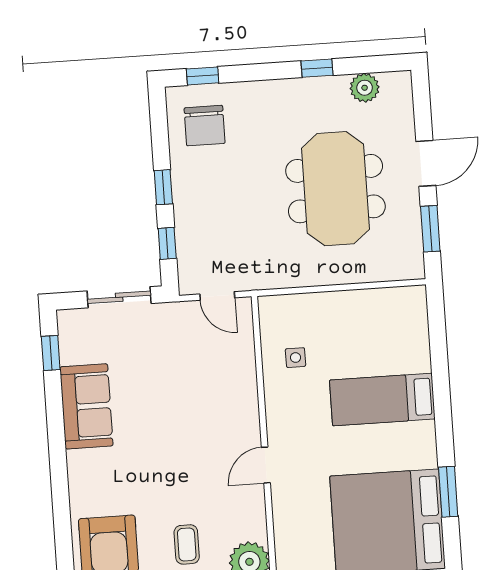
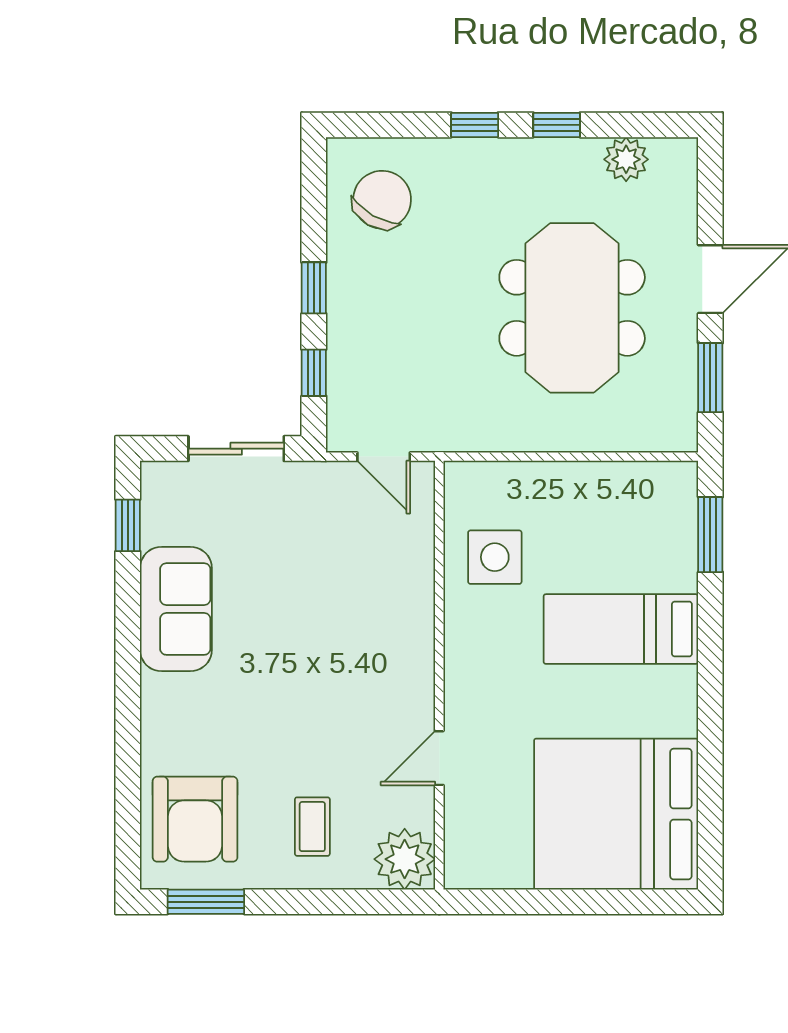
window: (203, 76) -> (475, 125), moved
chair: (205, 126) -> (382, 200), turned -150
side table: (296, 358) -> (495, 557), width x1.87, depth x1.87
door: (266, 465) -> (439, 758), moved
window: (448, 492) -> (710, 535), moved

